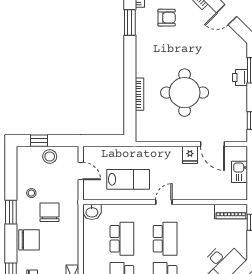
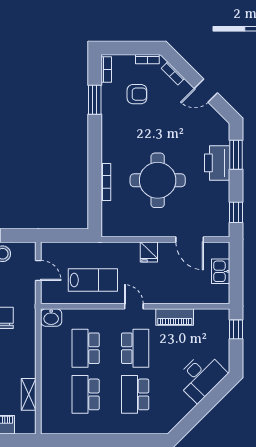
printer: (240, 77) -> (217, 163), width x1.87, depth x1.48
fridge: (190, 155) -> (149, 252), moved
door: (164, 202) -> (134, 306), hinge flipped
piano: (231, 211) -> (175, 317), moved
school desk: (122, 239) -> (86, 348), turned 180

